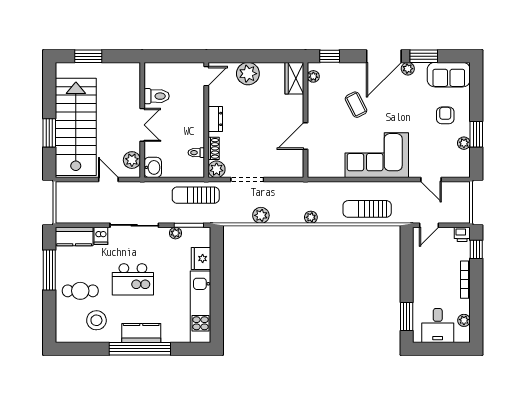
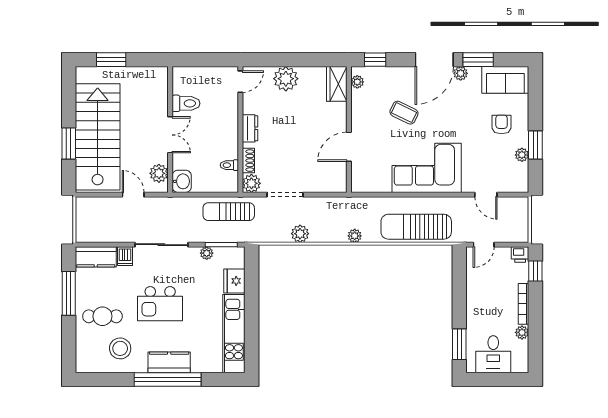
coffee table: (356, 105) -> (404, 113), turned -37
sun lounger: (367, 209) -> (416, 227), width x1.36, depth x1.34
plant: (464, 320) -> (522, 332), moved

